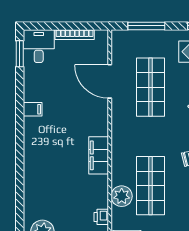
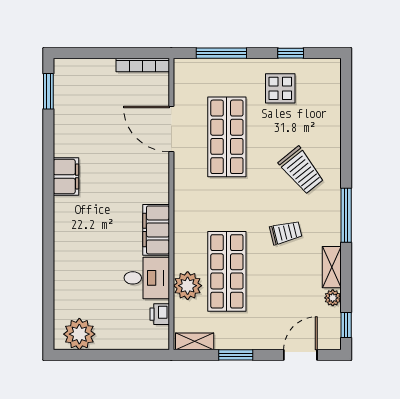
bookcase: (75, 35) -> (143, 65), moved
desk: (39, 46) -> (147, 278), moved, turned 90
filing cabinet: (33, 109) -> (66, 177), width x2.00

